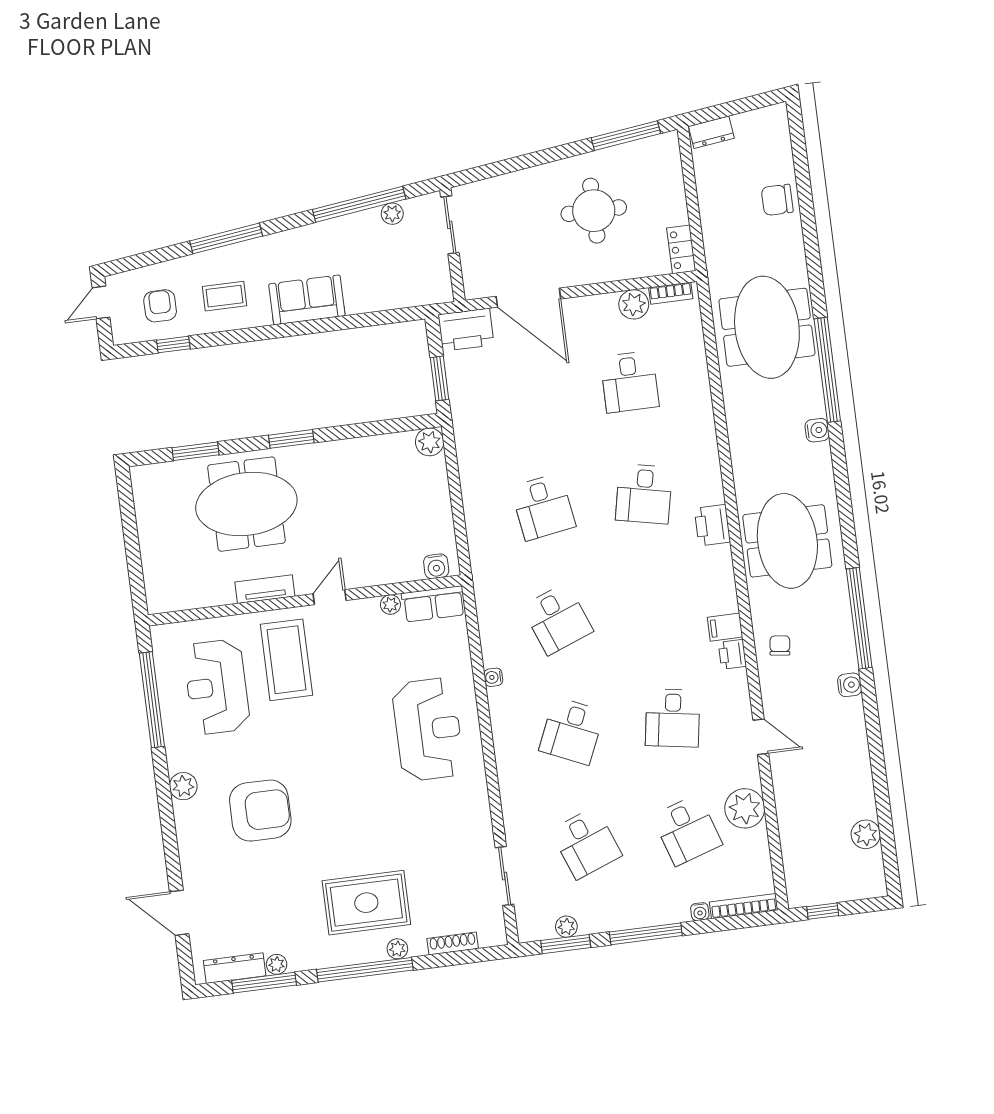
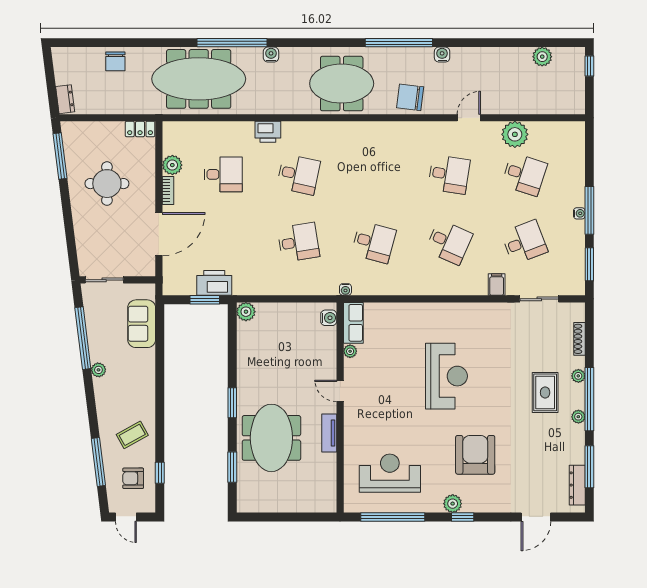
plant: (392, 214) -> (98, 370), moved
window: (226, 238) -> (98, 462), moved
bookcase: (671, 293) -> (168, 190), moved
coffee table: (225, 296) -> (132, 435), turned 61
sofa: (307, 300) -> (142, 324), moved
meeting table: (767, 327) -> (199, 79), width x1.36
printer: (466, 330) -> (214, 283), moved, turned -90
printer: (712, 525) -> (268, 132), moved
desk: (557, 619) -> (374, 242), turned 36
filing cabinet: (725, 627) -> (497, 285), moved, turned 180
chair: (780, 645) -> (410, 97), width x1.87, depth x1.87
printer: (732, 654) -> (412, 129), removed
coffee table: (286, 660) -> (378, 425), removed
water cooler: (493, 677) -> (345, 289), moved
reception desk: (217, 687) -> (390, 473), turned 180
reception desk: (428, 729) -> (446, 376), moved, turned 90
window: (165, 804) -> (463, 517), added
desk: (687, 830) -> (524, 174), turned 36
rug: (366, 903) -> (545, 392), width x0.73, depth x0.70
bookcase: (744, 906) -> (579, 143), removed
window: (823, 911) -> (589, 66), moved
water cooler: (700, 912) -> (579, 213), moved
plant: (566, 927) -> (578, 262), removed
plant: (277, 964) -> (578, 417), moved

